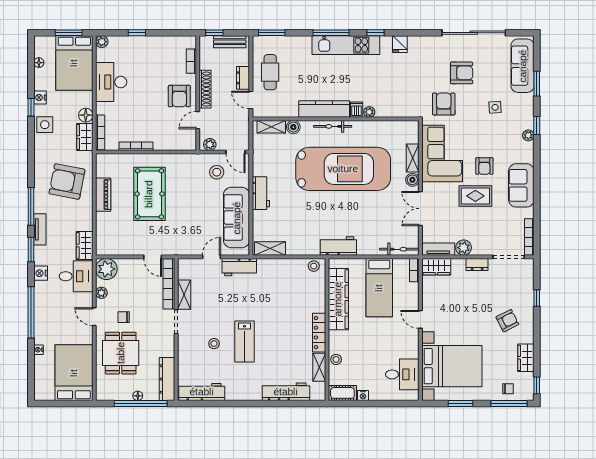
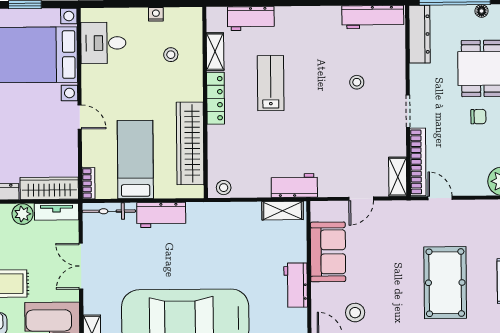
boiler: (412, 180) -> (92, 305), removed
double door: (420, 209) -> (81, 266), swing flipped
sofa: (237, 218) -> (328, 252), width x0.73
workbench: (338, 246) -> (161, 215), moved
workbench: (239, 267) -> (294, 185), moved
wardrobe: (436, 267) -> (49, 188), width x1.50
shelving: (184, 295) -> (398, 177), moved
lab bench: (244, 342) -> (271, 83), moved
stool: (336, 359) -> (171, 55), moved
workbench: (286, 392) -> (251, 19), width x0.73
cot: (342, 393) -> (184, 17), removed
floor lamp: (138, 396) -> (482, 11), moved

